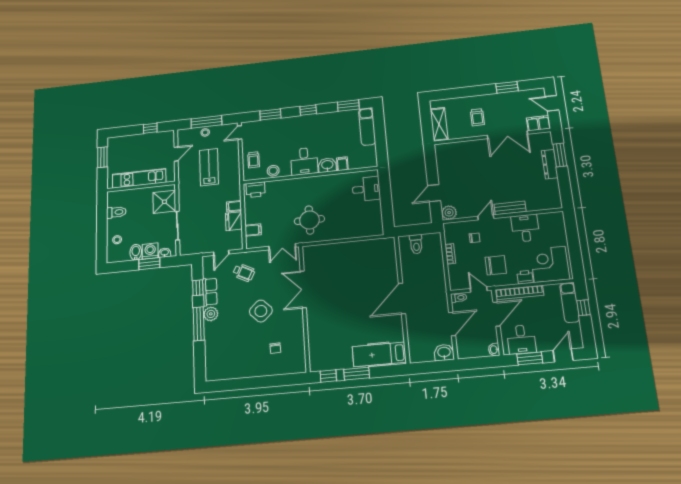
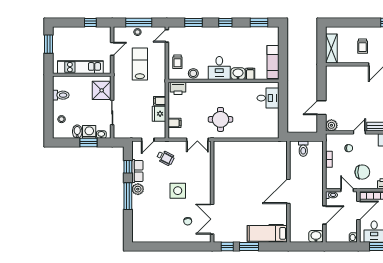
exam couch: (367, 127) -> (273, 62), moved
double door: (303, 289) -> (212, 219), moved
side table: (261, 311) -> (178, 191), turned 45

